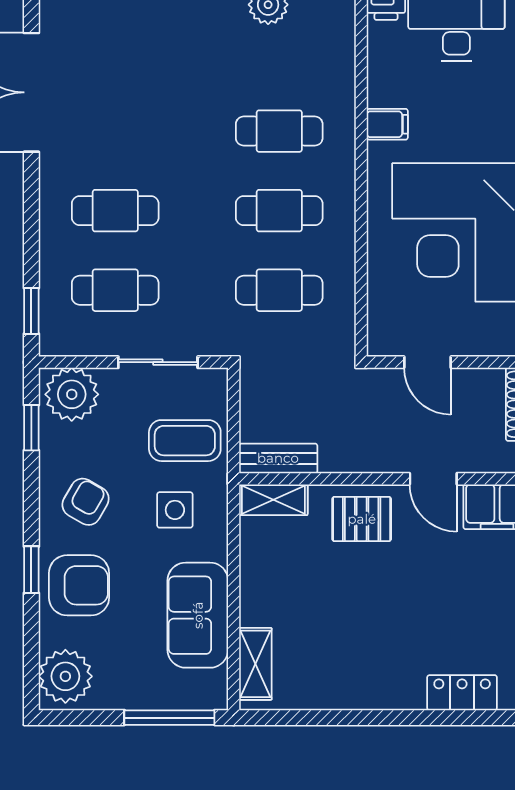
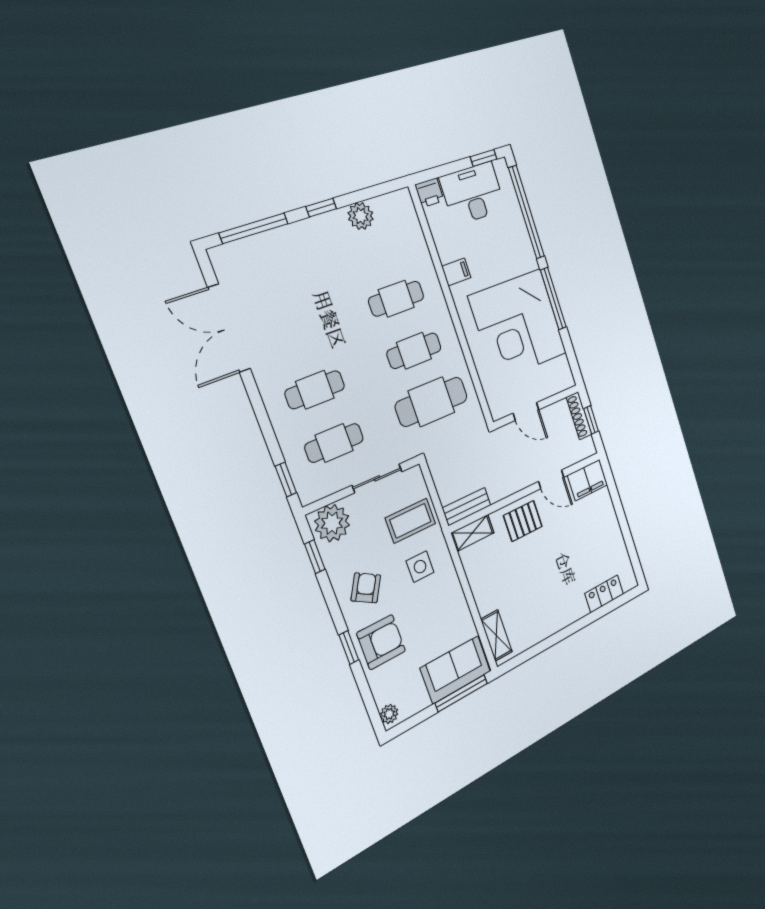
cafe table: (279, 290) -> (431, 402), width x1.37, depth x1.35
sofa: (198, 615) -> (456, 670), moved, turned 90
plant: (65, 676) -> (389, 714), width x0.53, depth x0.53

